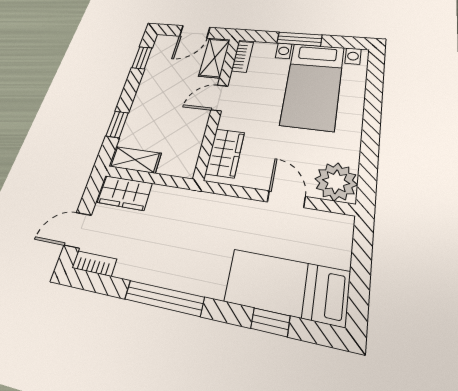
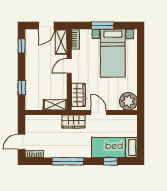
shelving: (135, 160) -> (55, 105), moved
wardrobe: (125, 193) -> (73, 121), moved
door: (286, 199) -> (99, 112), moved

